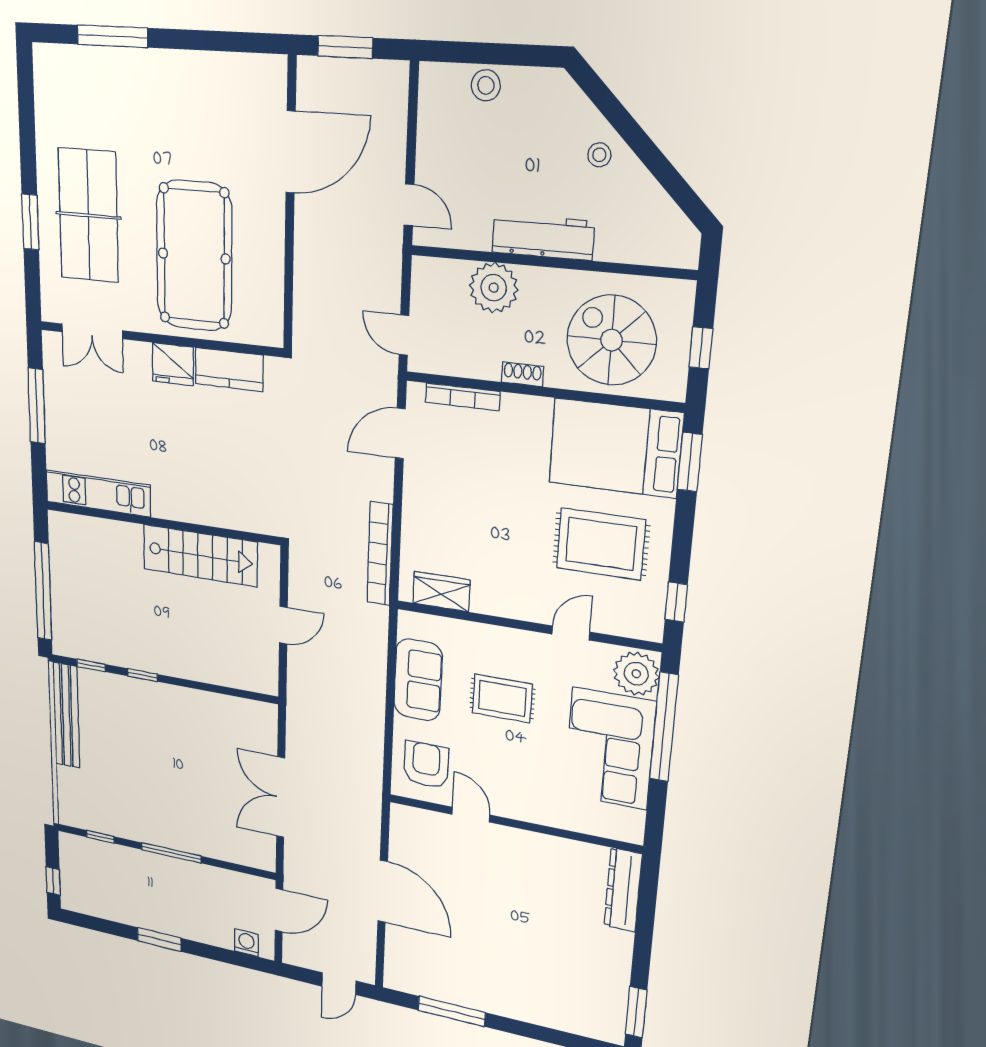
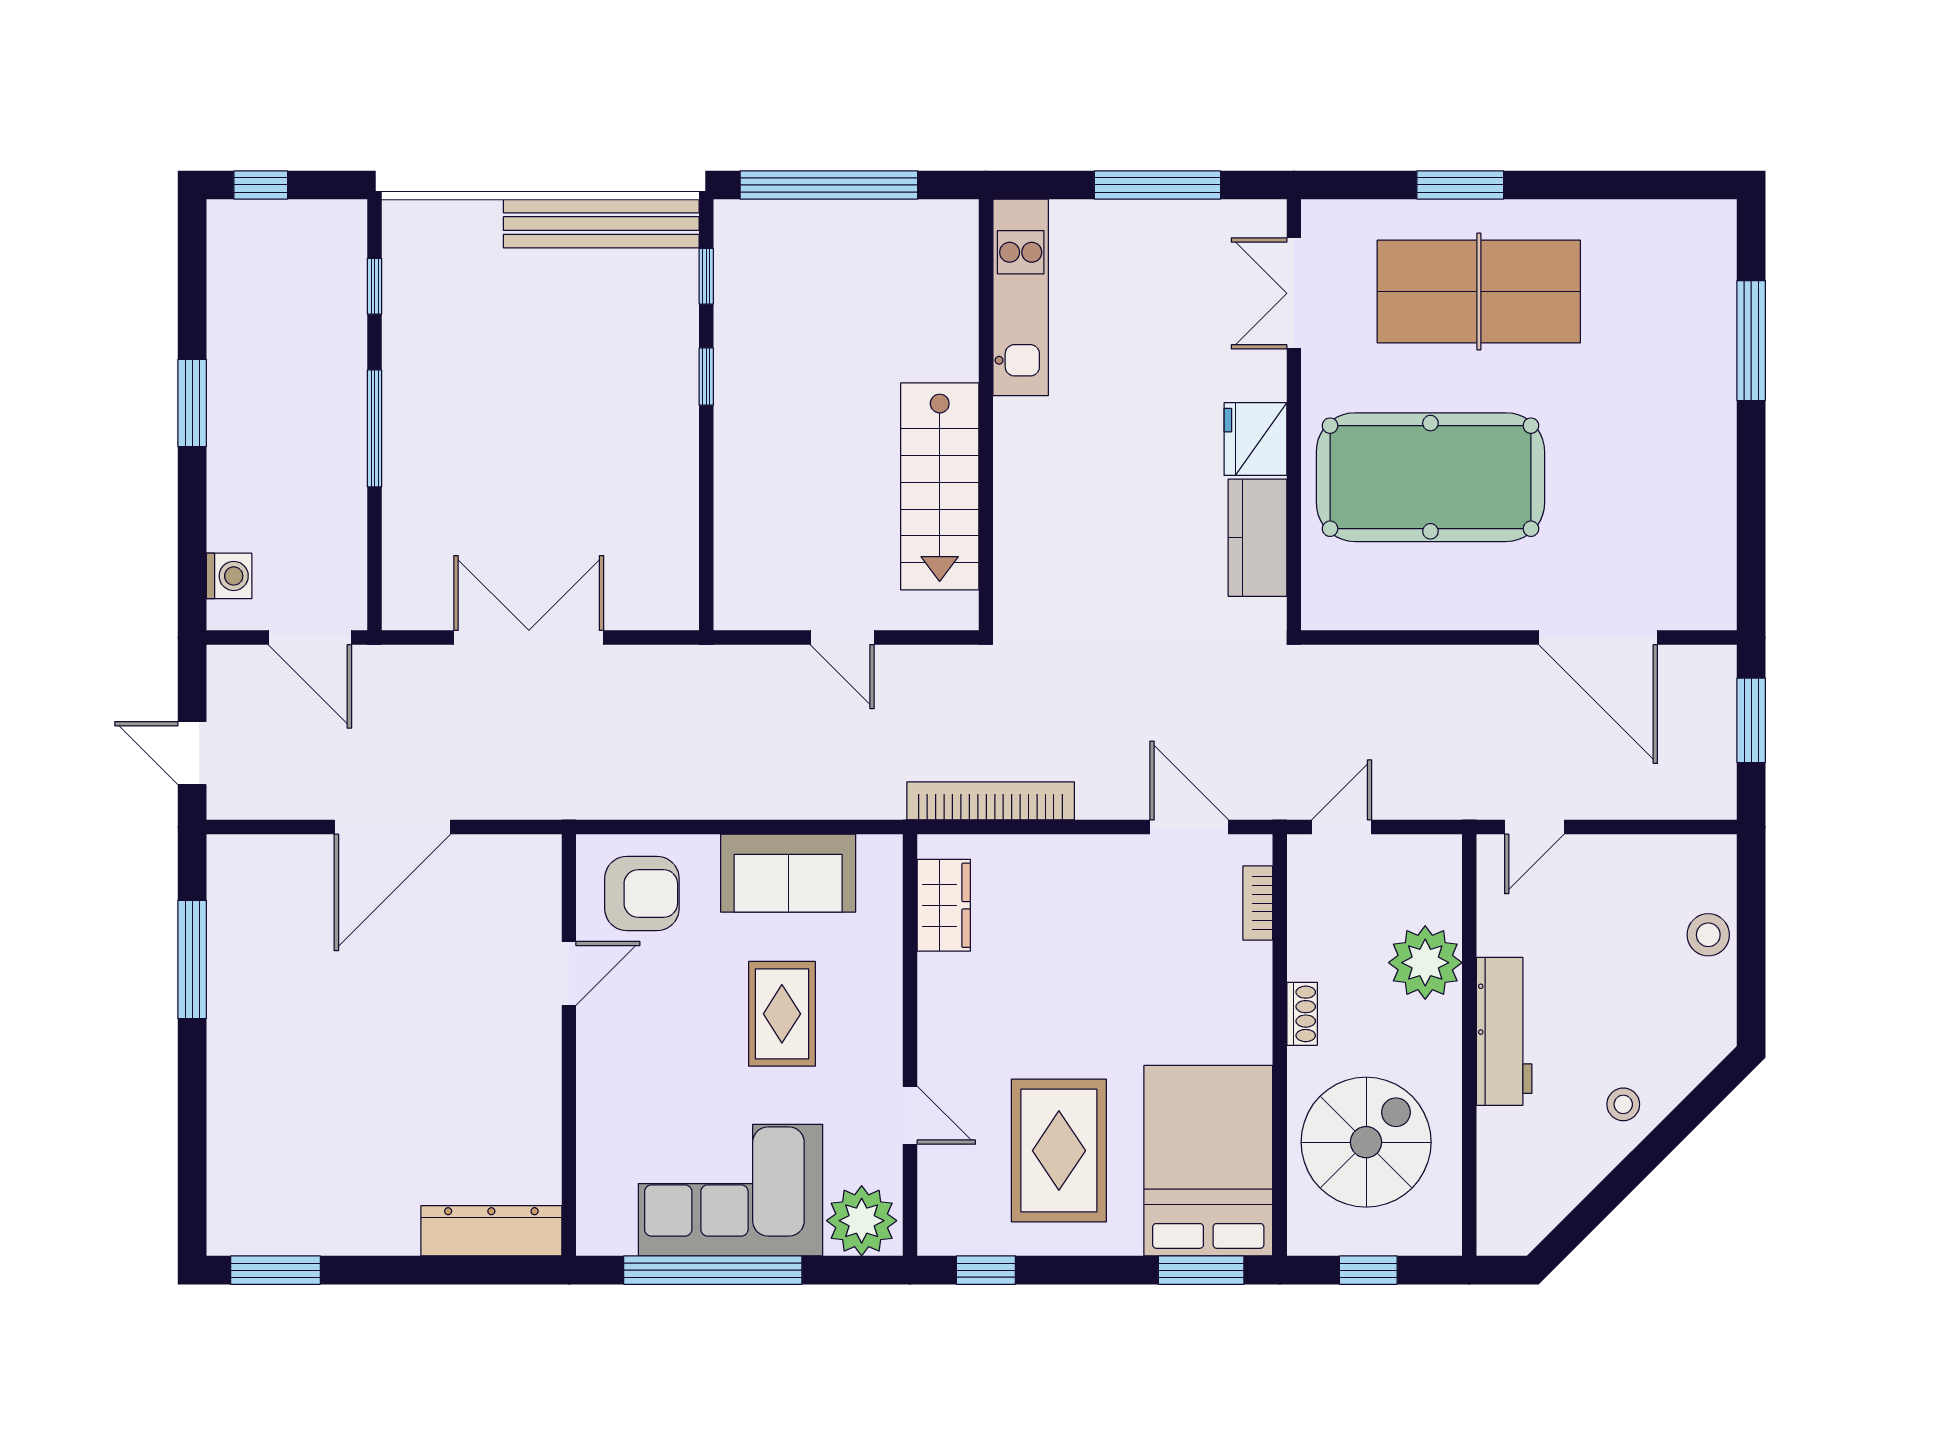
bookcase: (463, 397) -> (1258, 903), width x0.64
window: (664, 727) -> (713, 1270), moved

